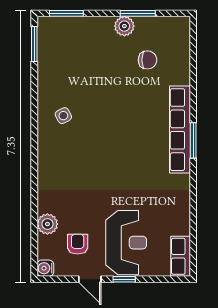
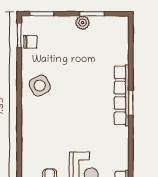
chair: (148, 60) -> (30, 42), moved
side table: (63, 116) -> (40, 86), width x1.87, depth x1.87
plant: (47, 224) -> (29, 162), removed

